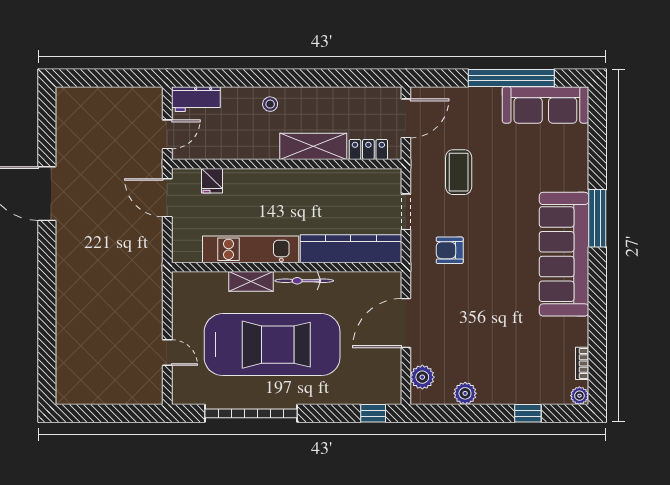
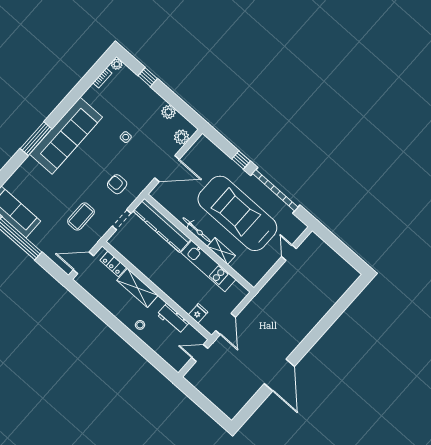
workbench: (196, 99) -> (173, 319), moved, turned 180
armchair: (450, 250) -> (117, 184), turned 180
side table: (490, 317) -> (126, 137), added
window: (373, 413) -> (241, 160), moved

